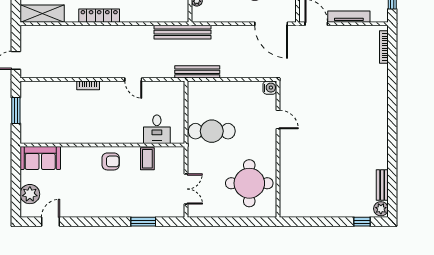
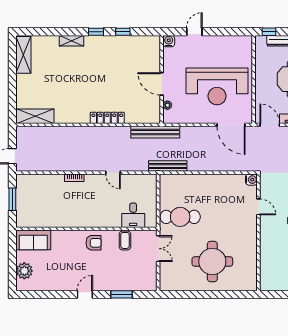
locker: (99, 16) -> (107, 118), moved
water cooler: (270, 88) -> (251, 180), moved
door: (278, 119) -> (258, 207), moved
wall: (278, 149) -> (258, 232), moved
double door: (186, 189) -> (158, 249), moved
door: (51, 222) -> (85, 294), moved

